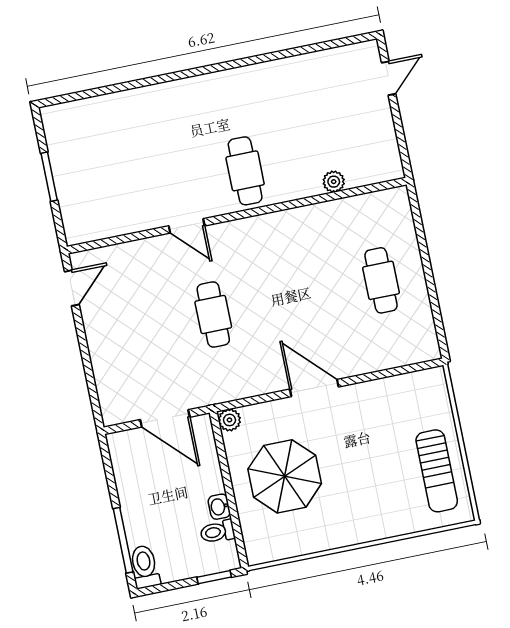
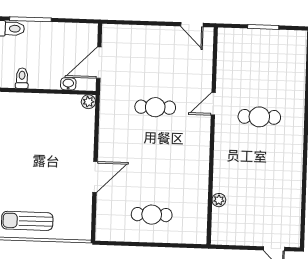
cafe table: (245, 171) -> (259, 117), moved
door: (314, 388) -> (95, 177), moved
parasol: (285, 476) -> (46, 127), removed
washbasin: (219, 507) -> (68, 84), moved

